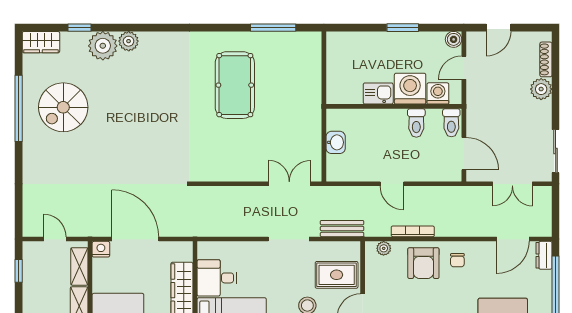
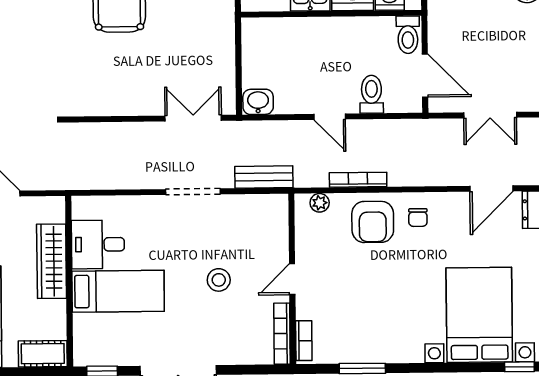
toilet: (416, 123) -> (372, 94), moved, turned 180
washbasin: (336, 142) -> (258, 102), moved, turned -90
rug: (337, 275) -> (257, 239), removed

